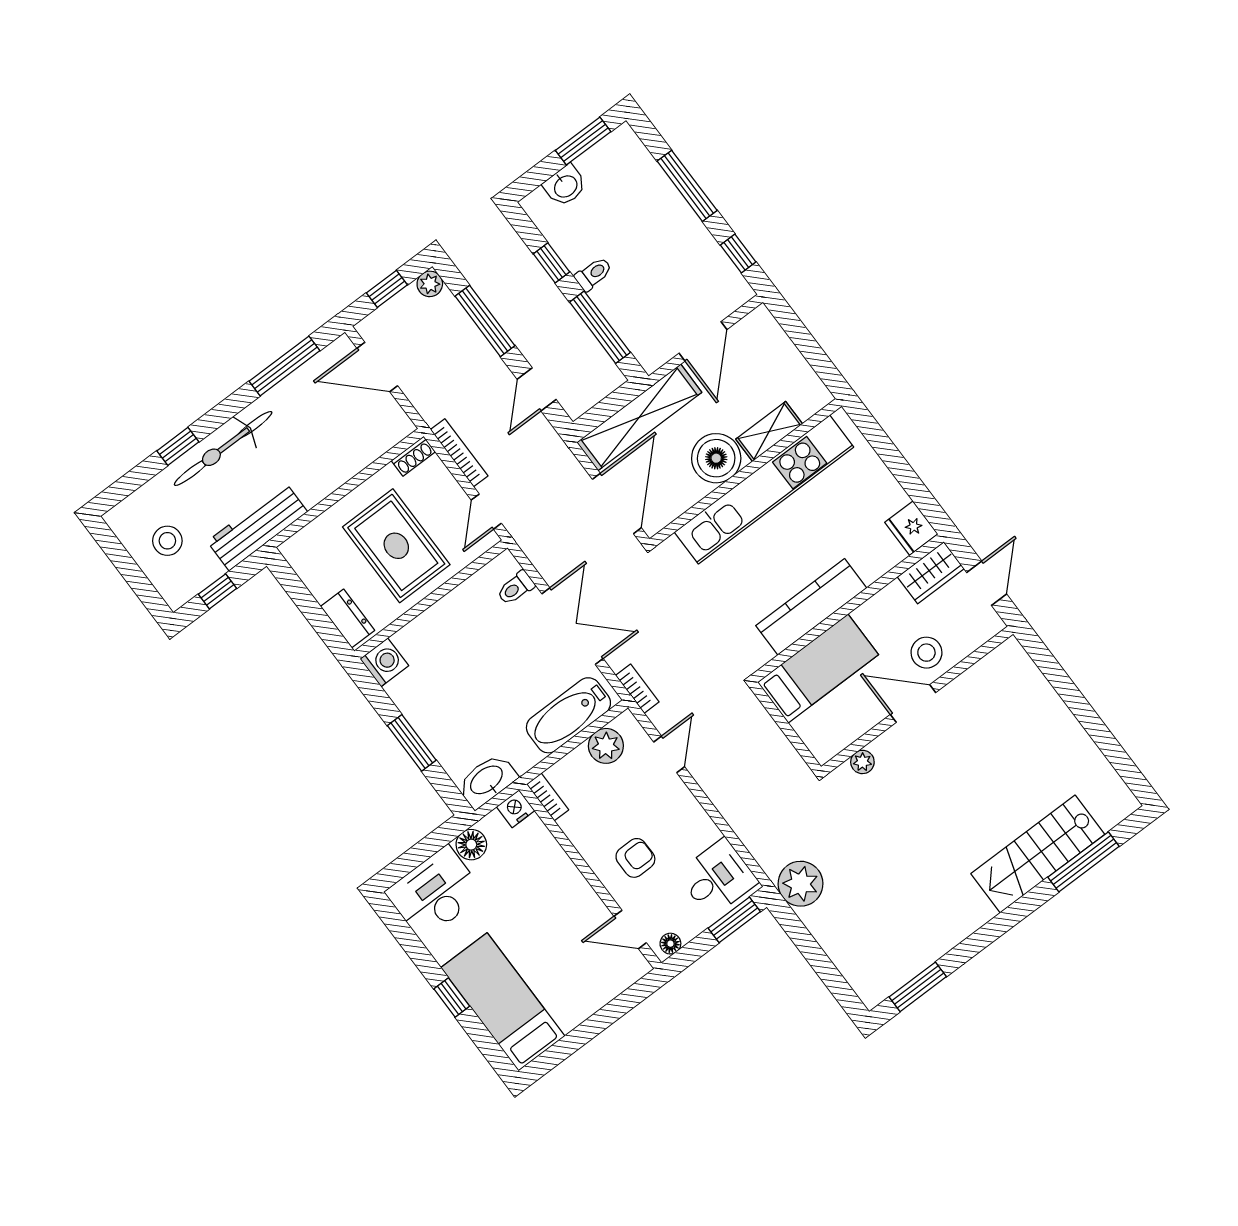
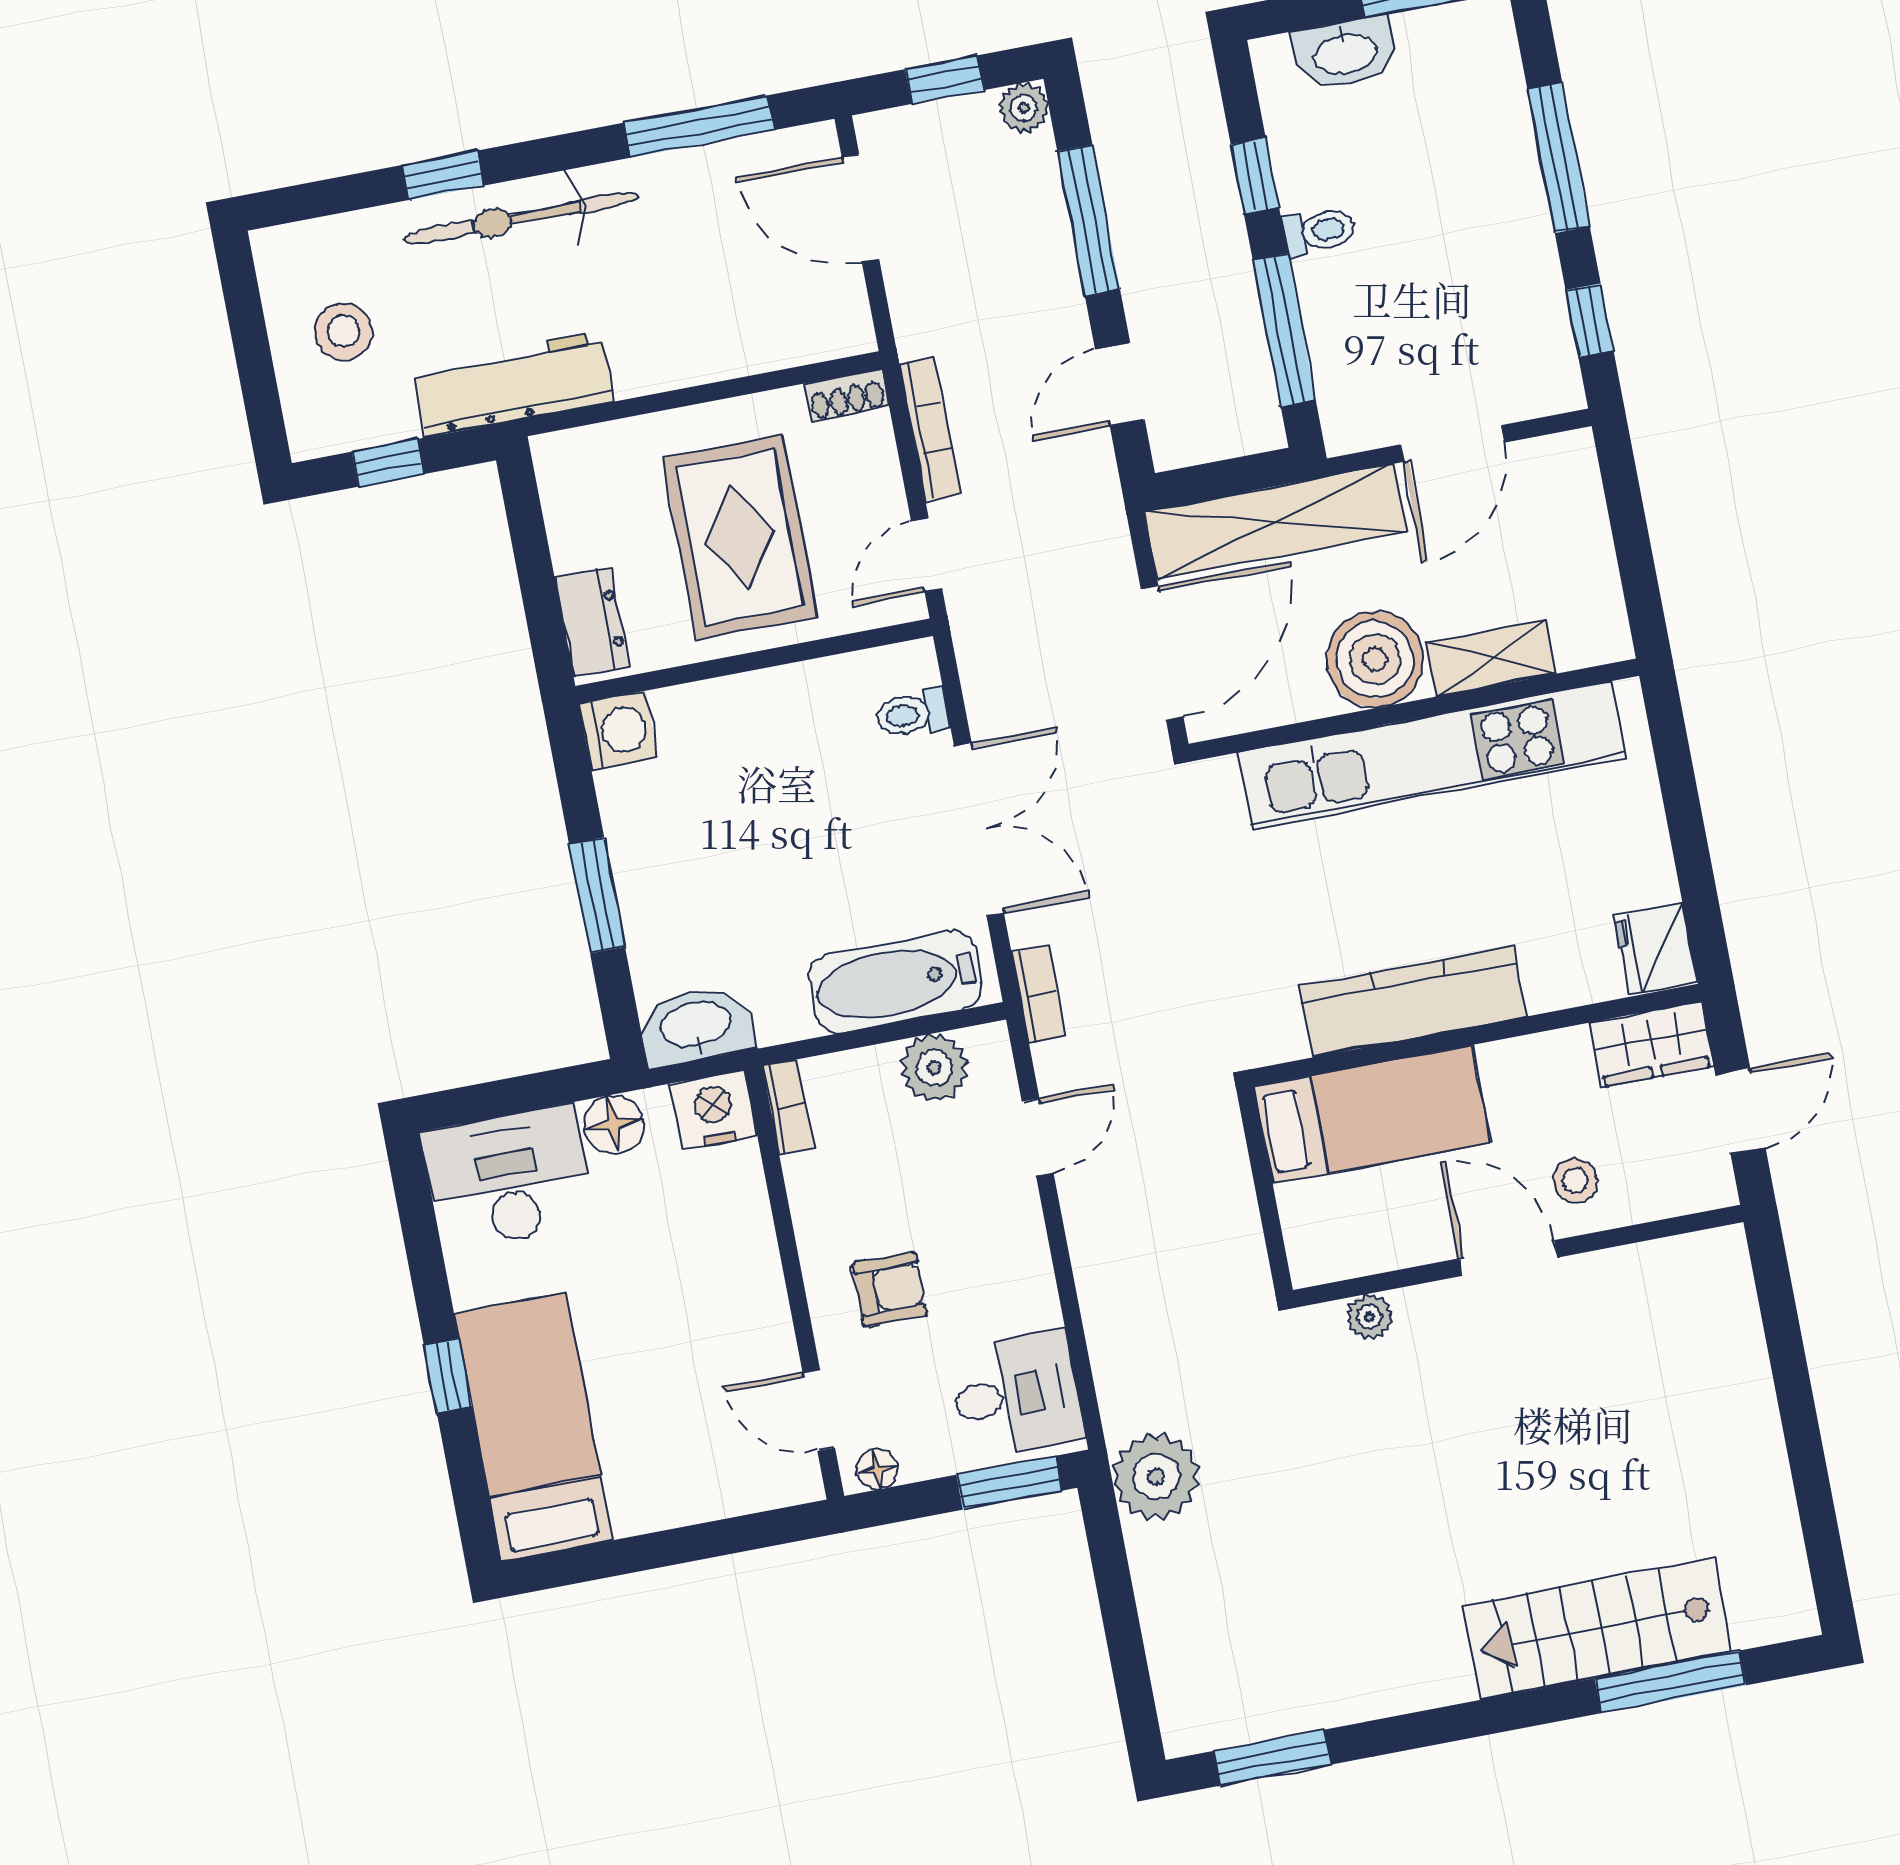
washbasin: (565, 186) -> (1345, 53), width x1.38
stool: (926, 653) -> (1575, 1181), width x0.73, depth x0.73
nightstand: (516, 809) -> (714, 1110), width x1.36, depth x1.33

